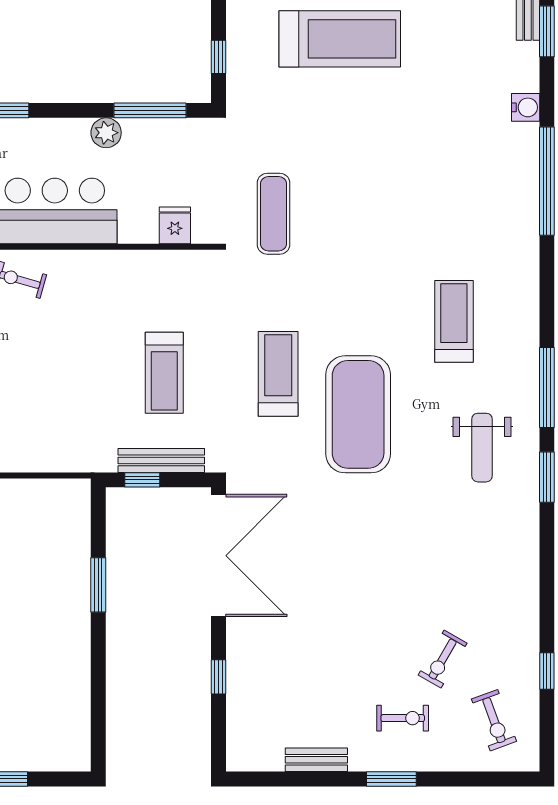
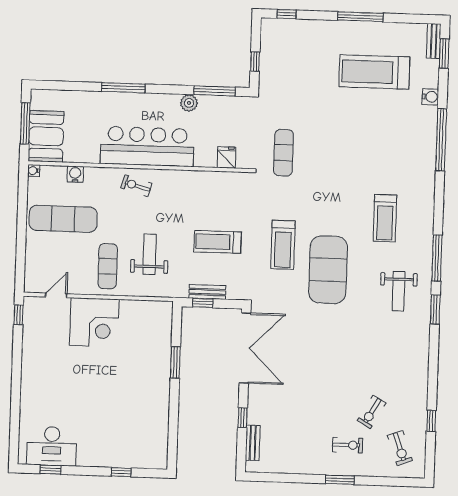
treadmill: (340, 39) -> (374, 72), moved, turned 180
treadmill: (454, 321) -> (385, 218), turned 180
treadmill: (164, 373) -> (217, 242), turned 90
treadmill: (278, 374) -> (283, 245), turned 180
weight bench: (47, 398) -> (150, 254), added
bench: (161, 460) -> (207, 292), width x0.73
bench: (316, 760) -> (253, 443), moved, turned 90

